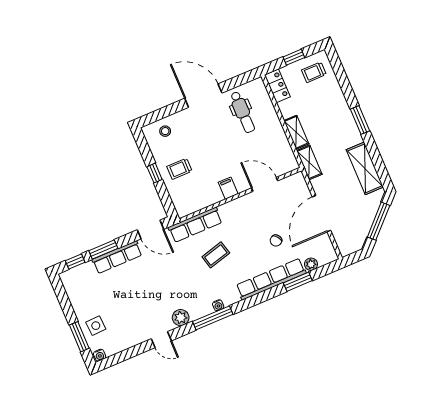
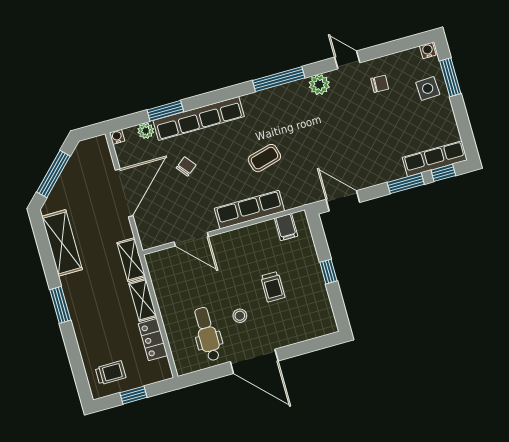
locker: (277, 86) -> (153, 340), moved
stool: (165, 131) -> (240, 316), moved
trolley: (179, 169) -> (273, 287), moved, turned 90
filing cabinet: (228, 188) -> (286, 227), moved
row of seats: (195, 225) -> (249, 210), moved
row of seats: (117, 257) -> (435, 159), moved
water cooler: (218, 305) -> (117, 137), moved
chair: (134, 324) -> (380, 84), added

